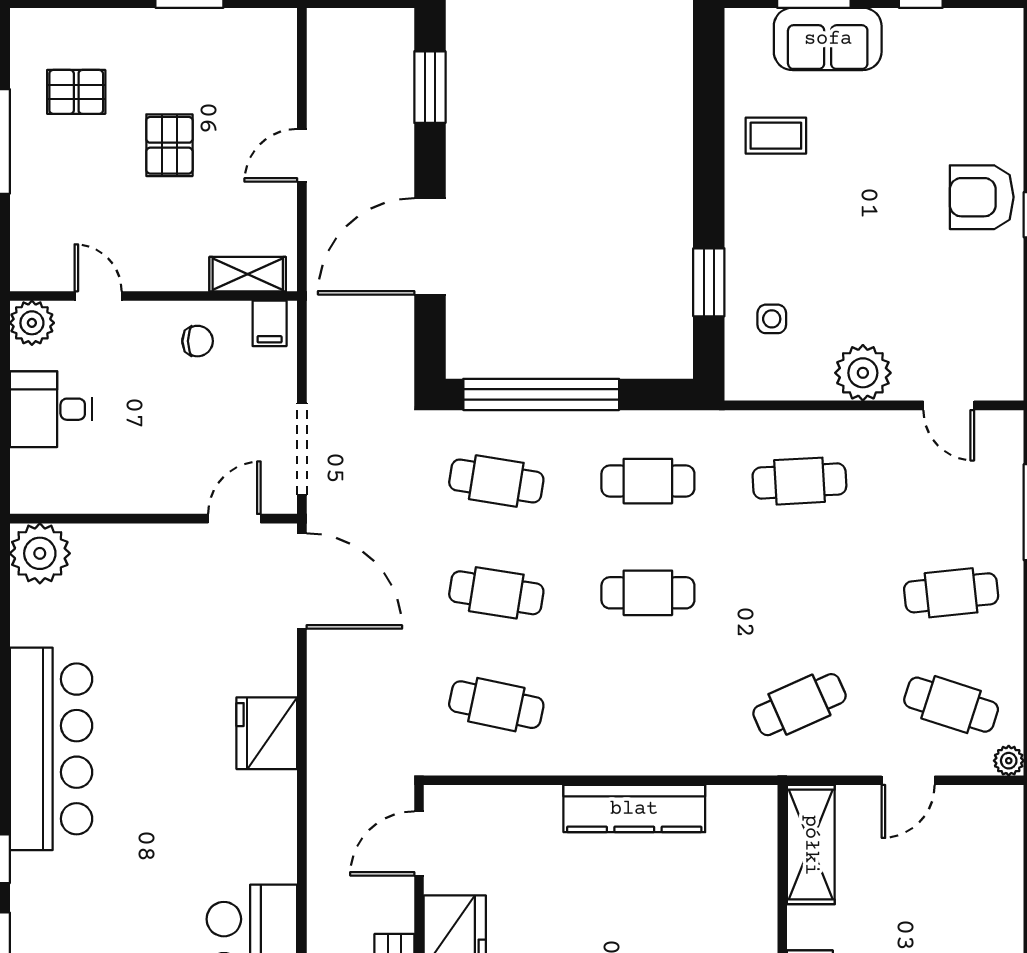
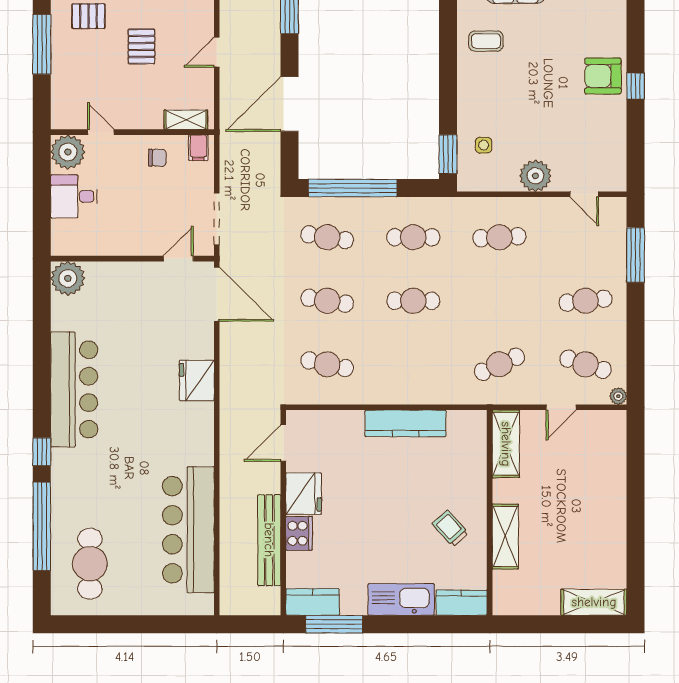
window: (709, 282) -> (448, 154), moved
plant: (32, 323) -> (68, 152), width x1.36, depth x1.36

